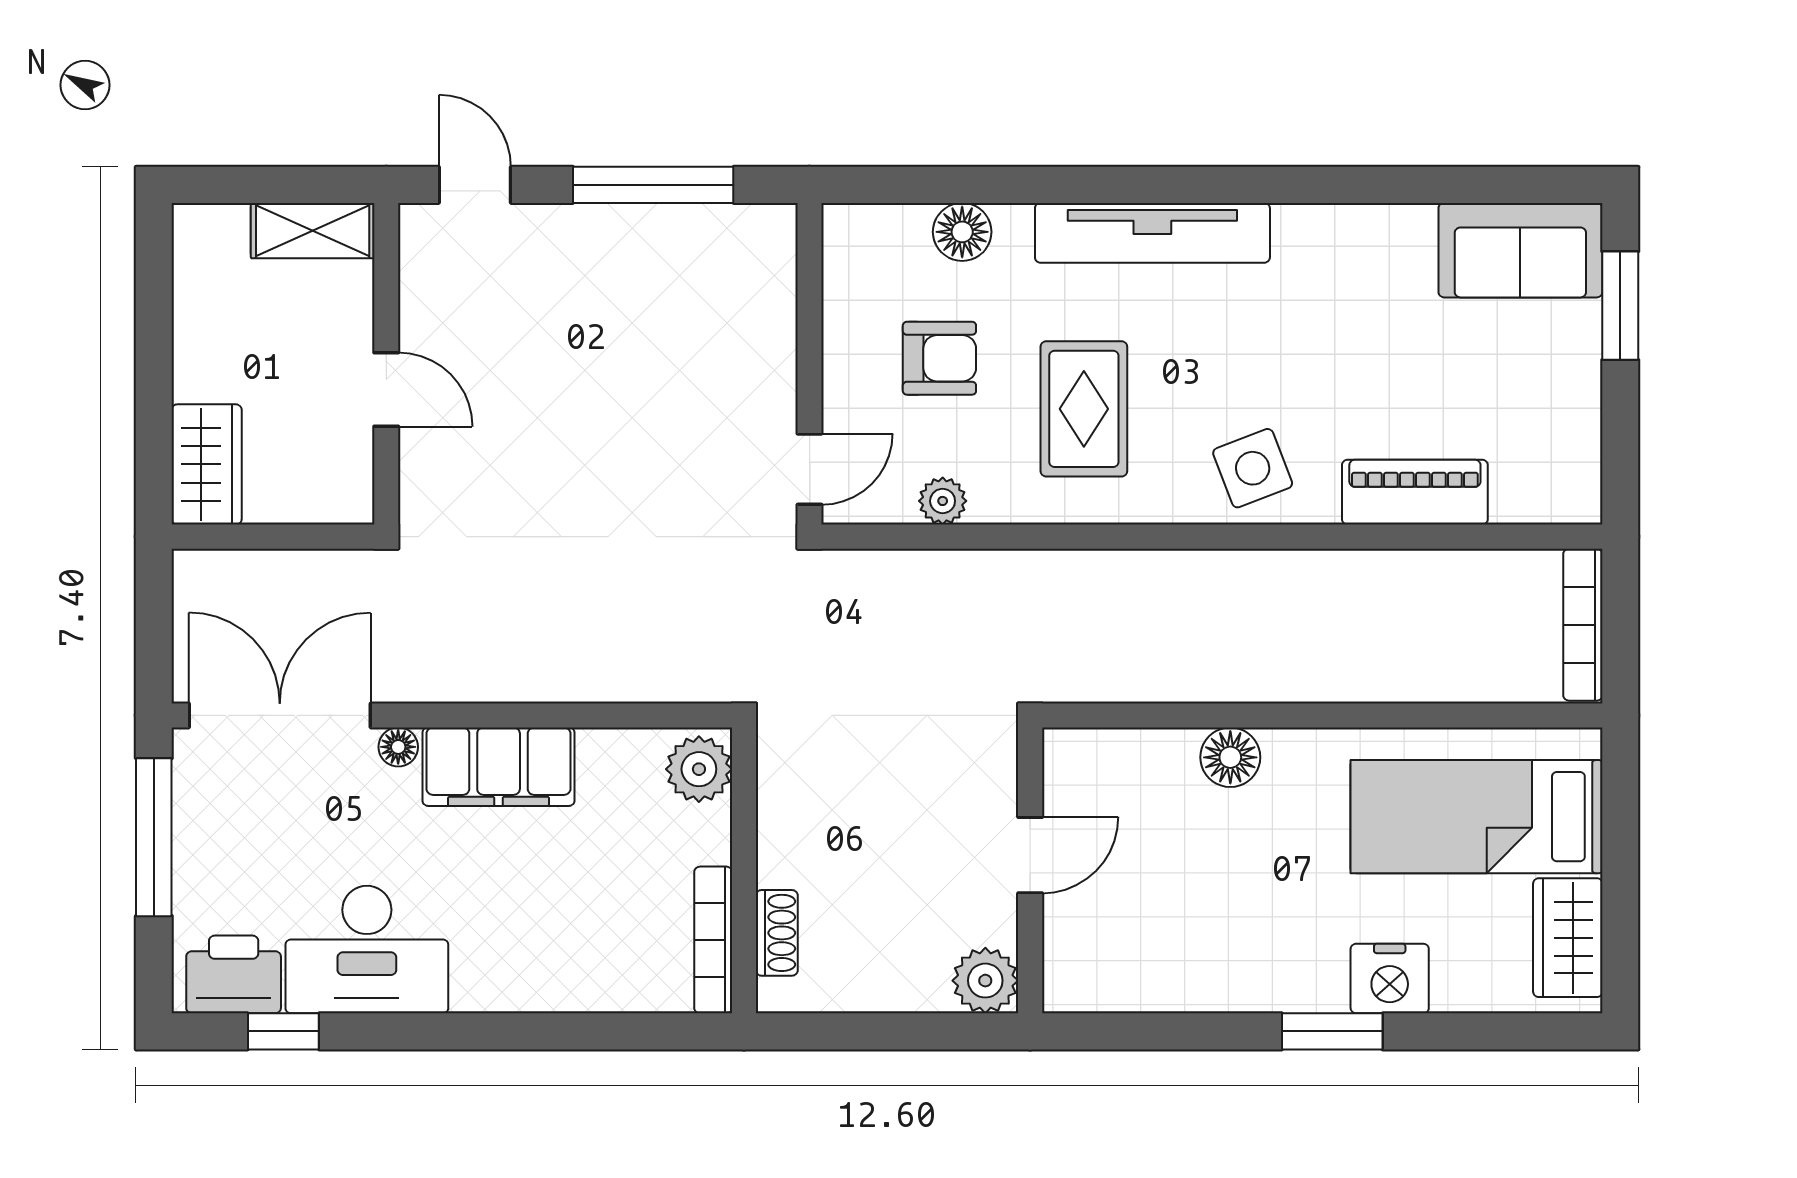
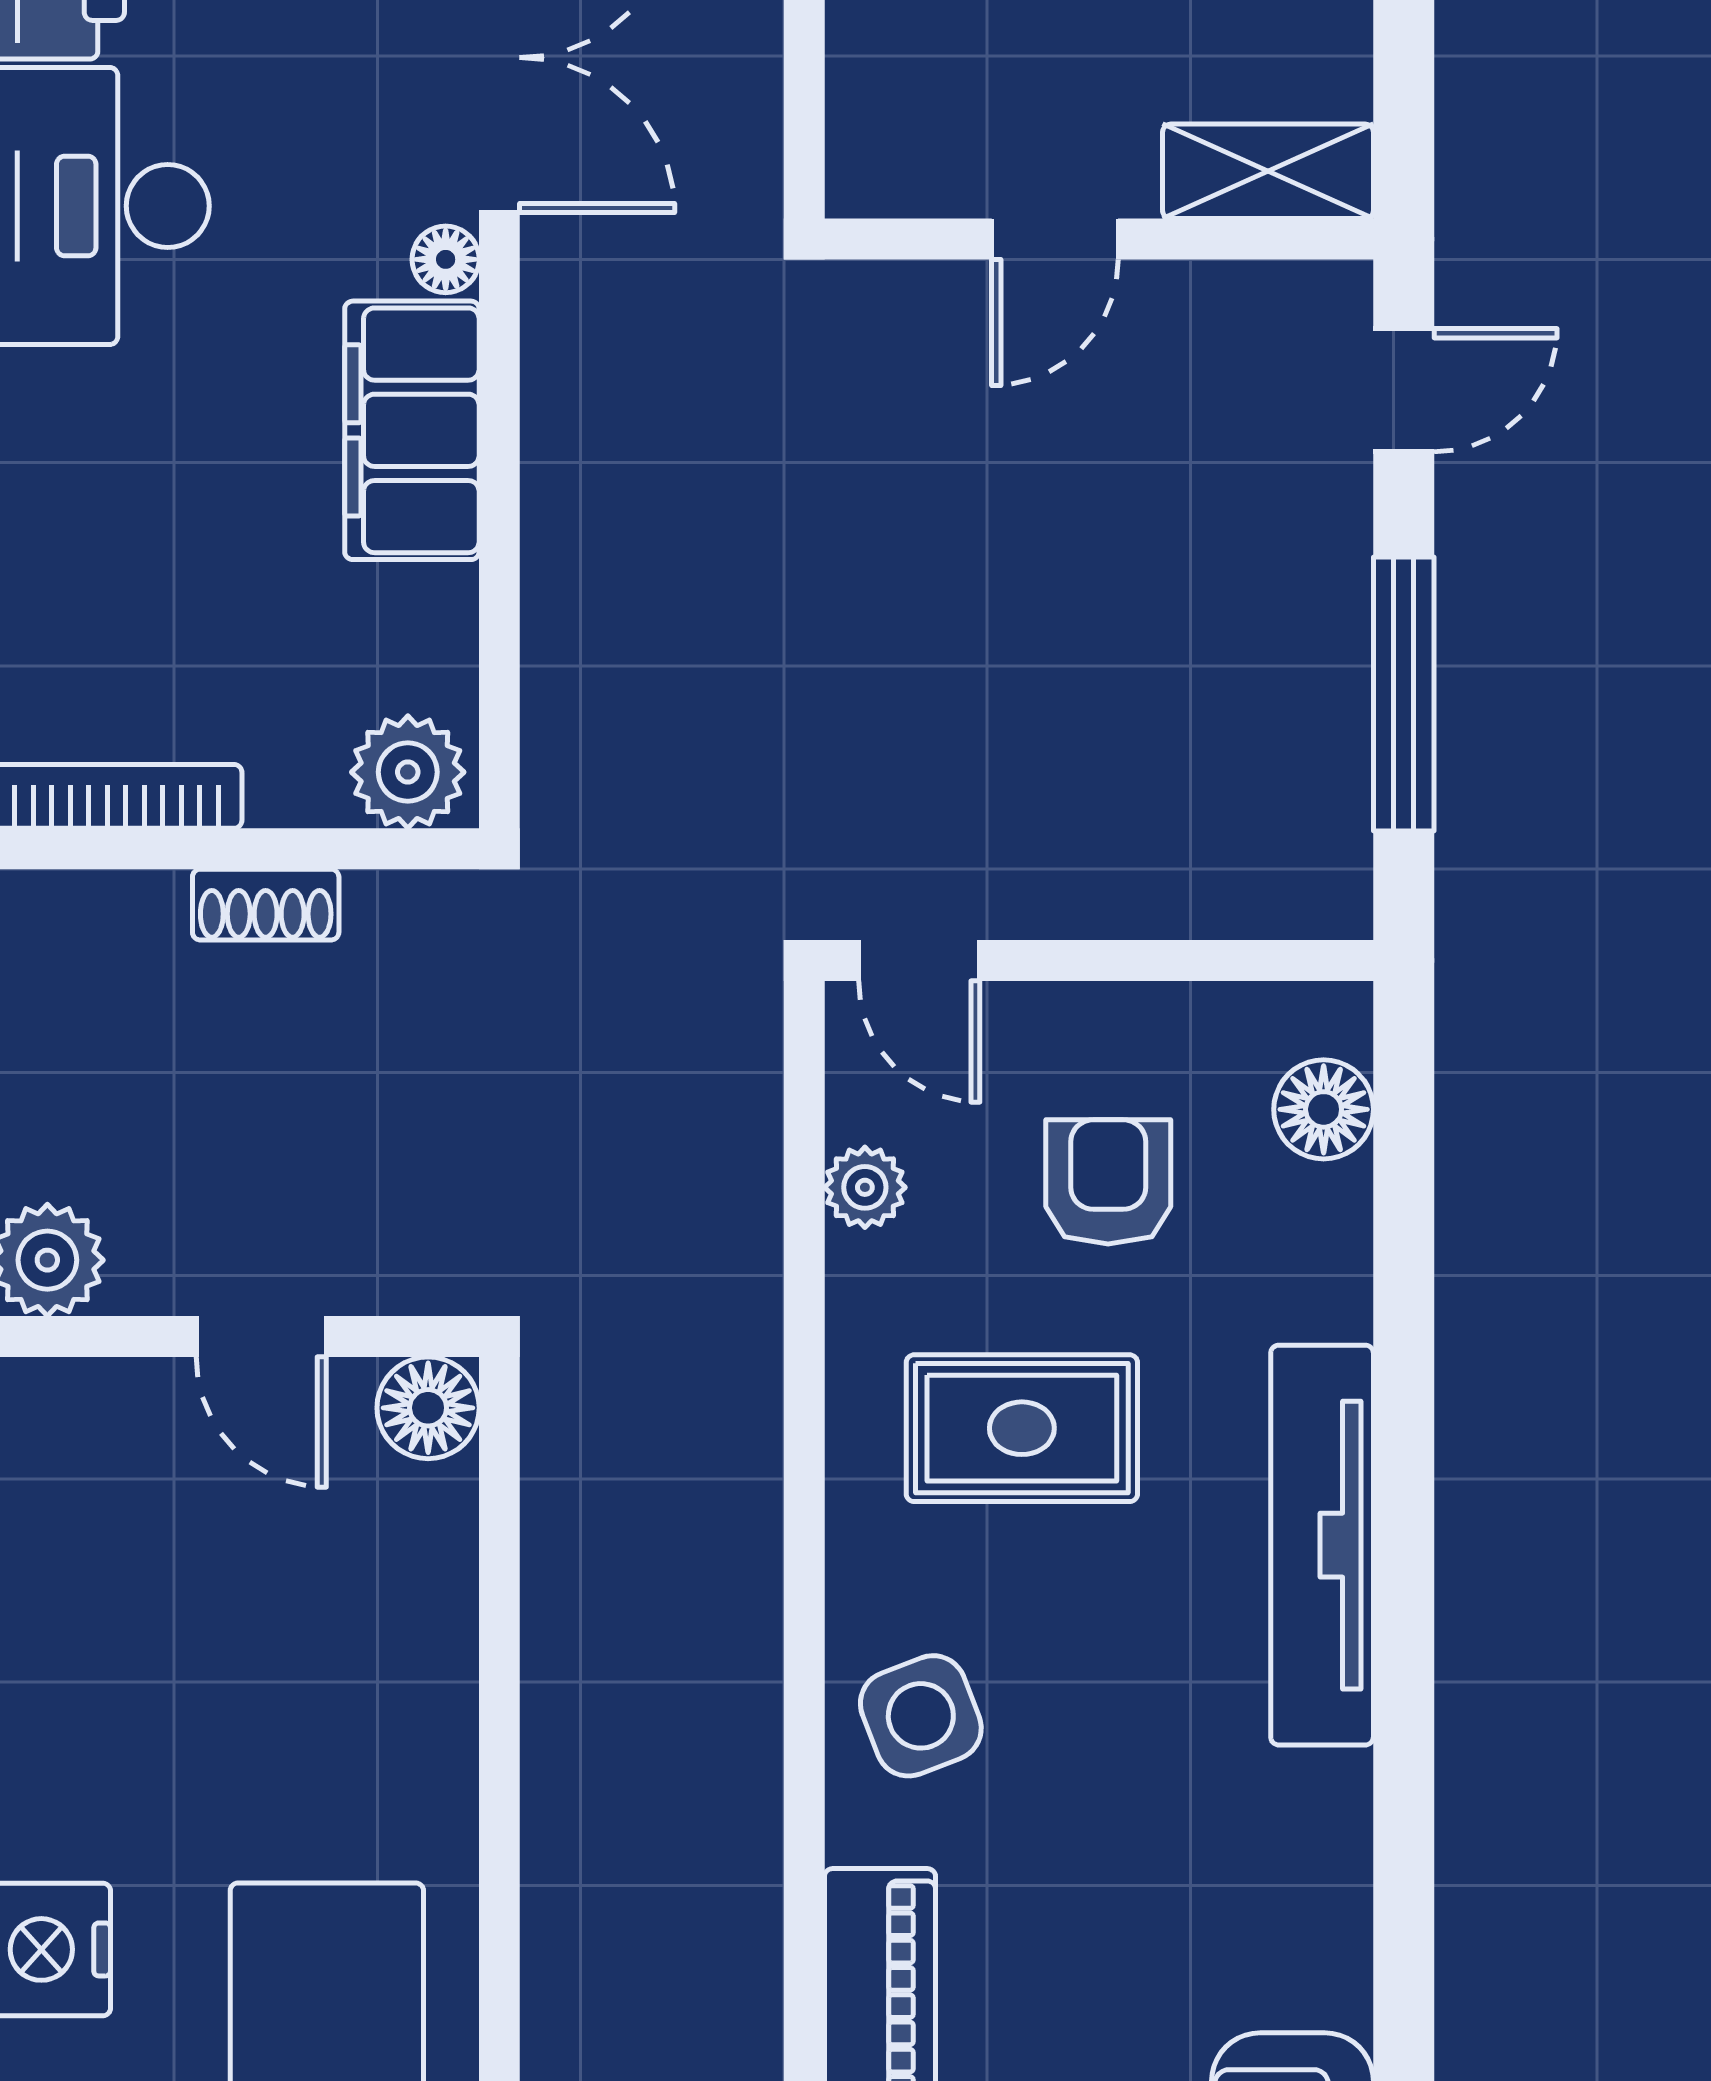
shelving: (313, 231) -> (1268, 171), moved, turned 90
floor lamp: (962, 232) -> (1324, 1109), moved
armchair: (939, 358) -> (1108, 1182), turned 180
floor lamp: (1230, 757) -> (428, 1408), moved
shoe rack: (777, 933) -> (266, 905), moved

